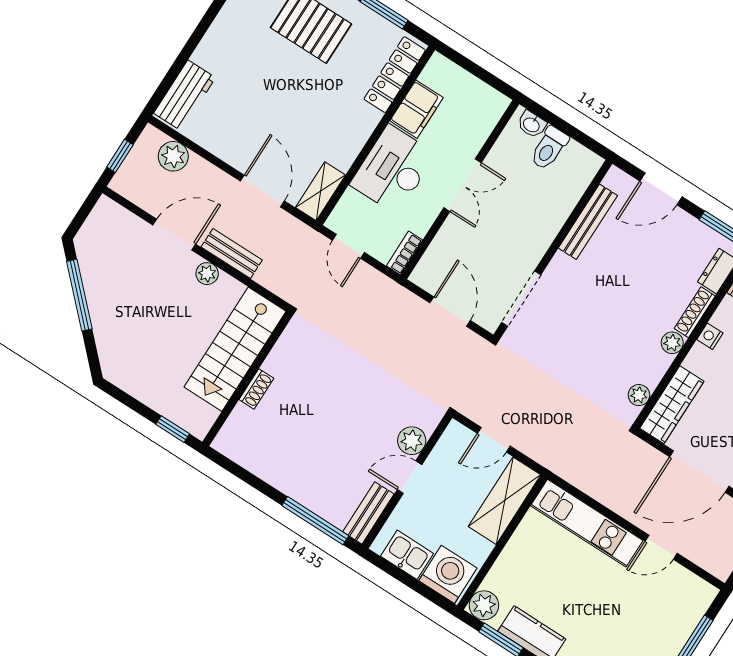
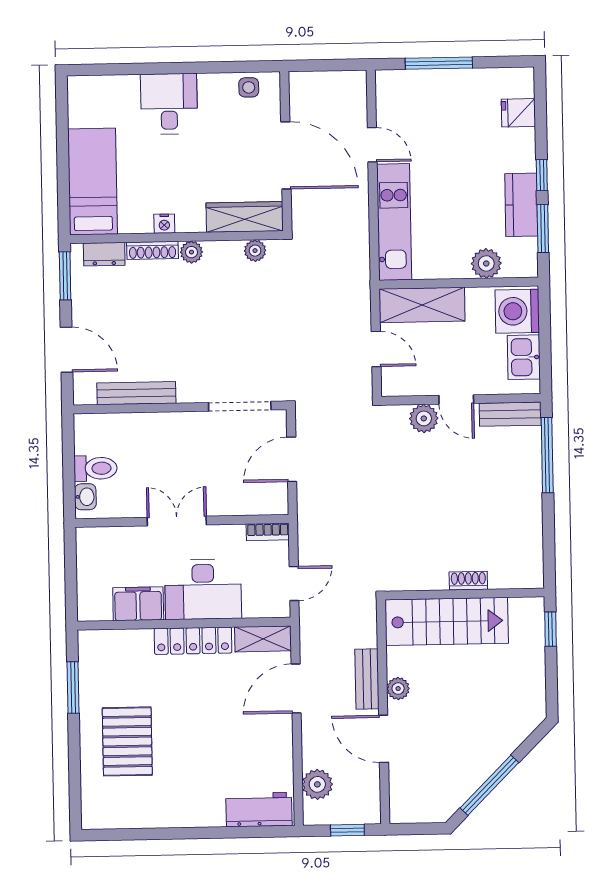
locker: (395, 75) -> (193, 641), moved
plant: (484, 605) -> (486, 263), moved

